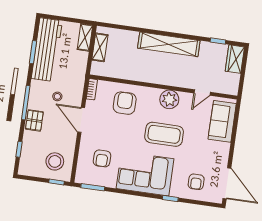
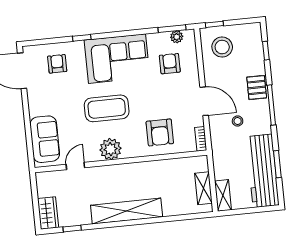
plant: (91, 179) -> (177, 37), added

